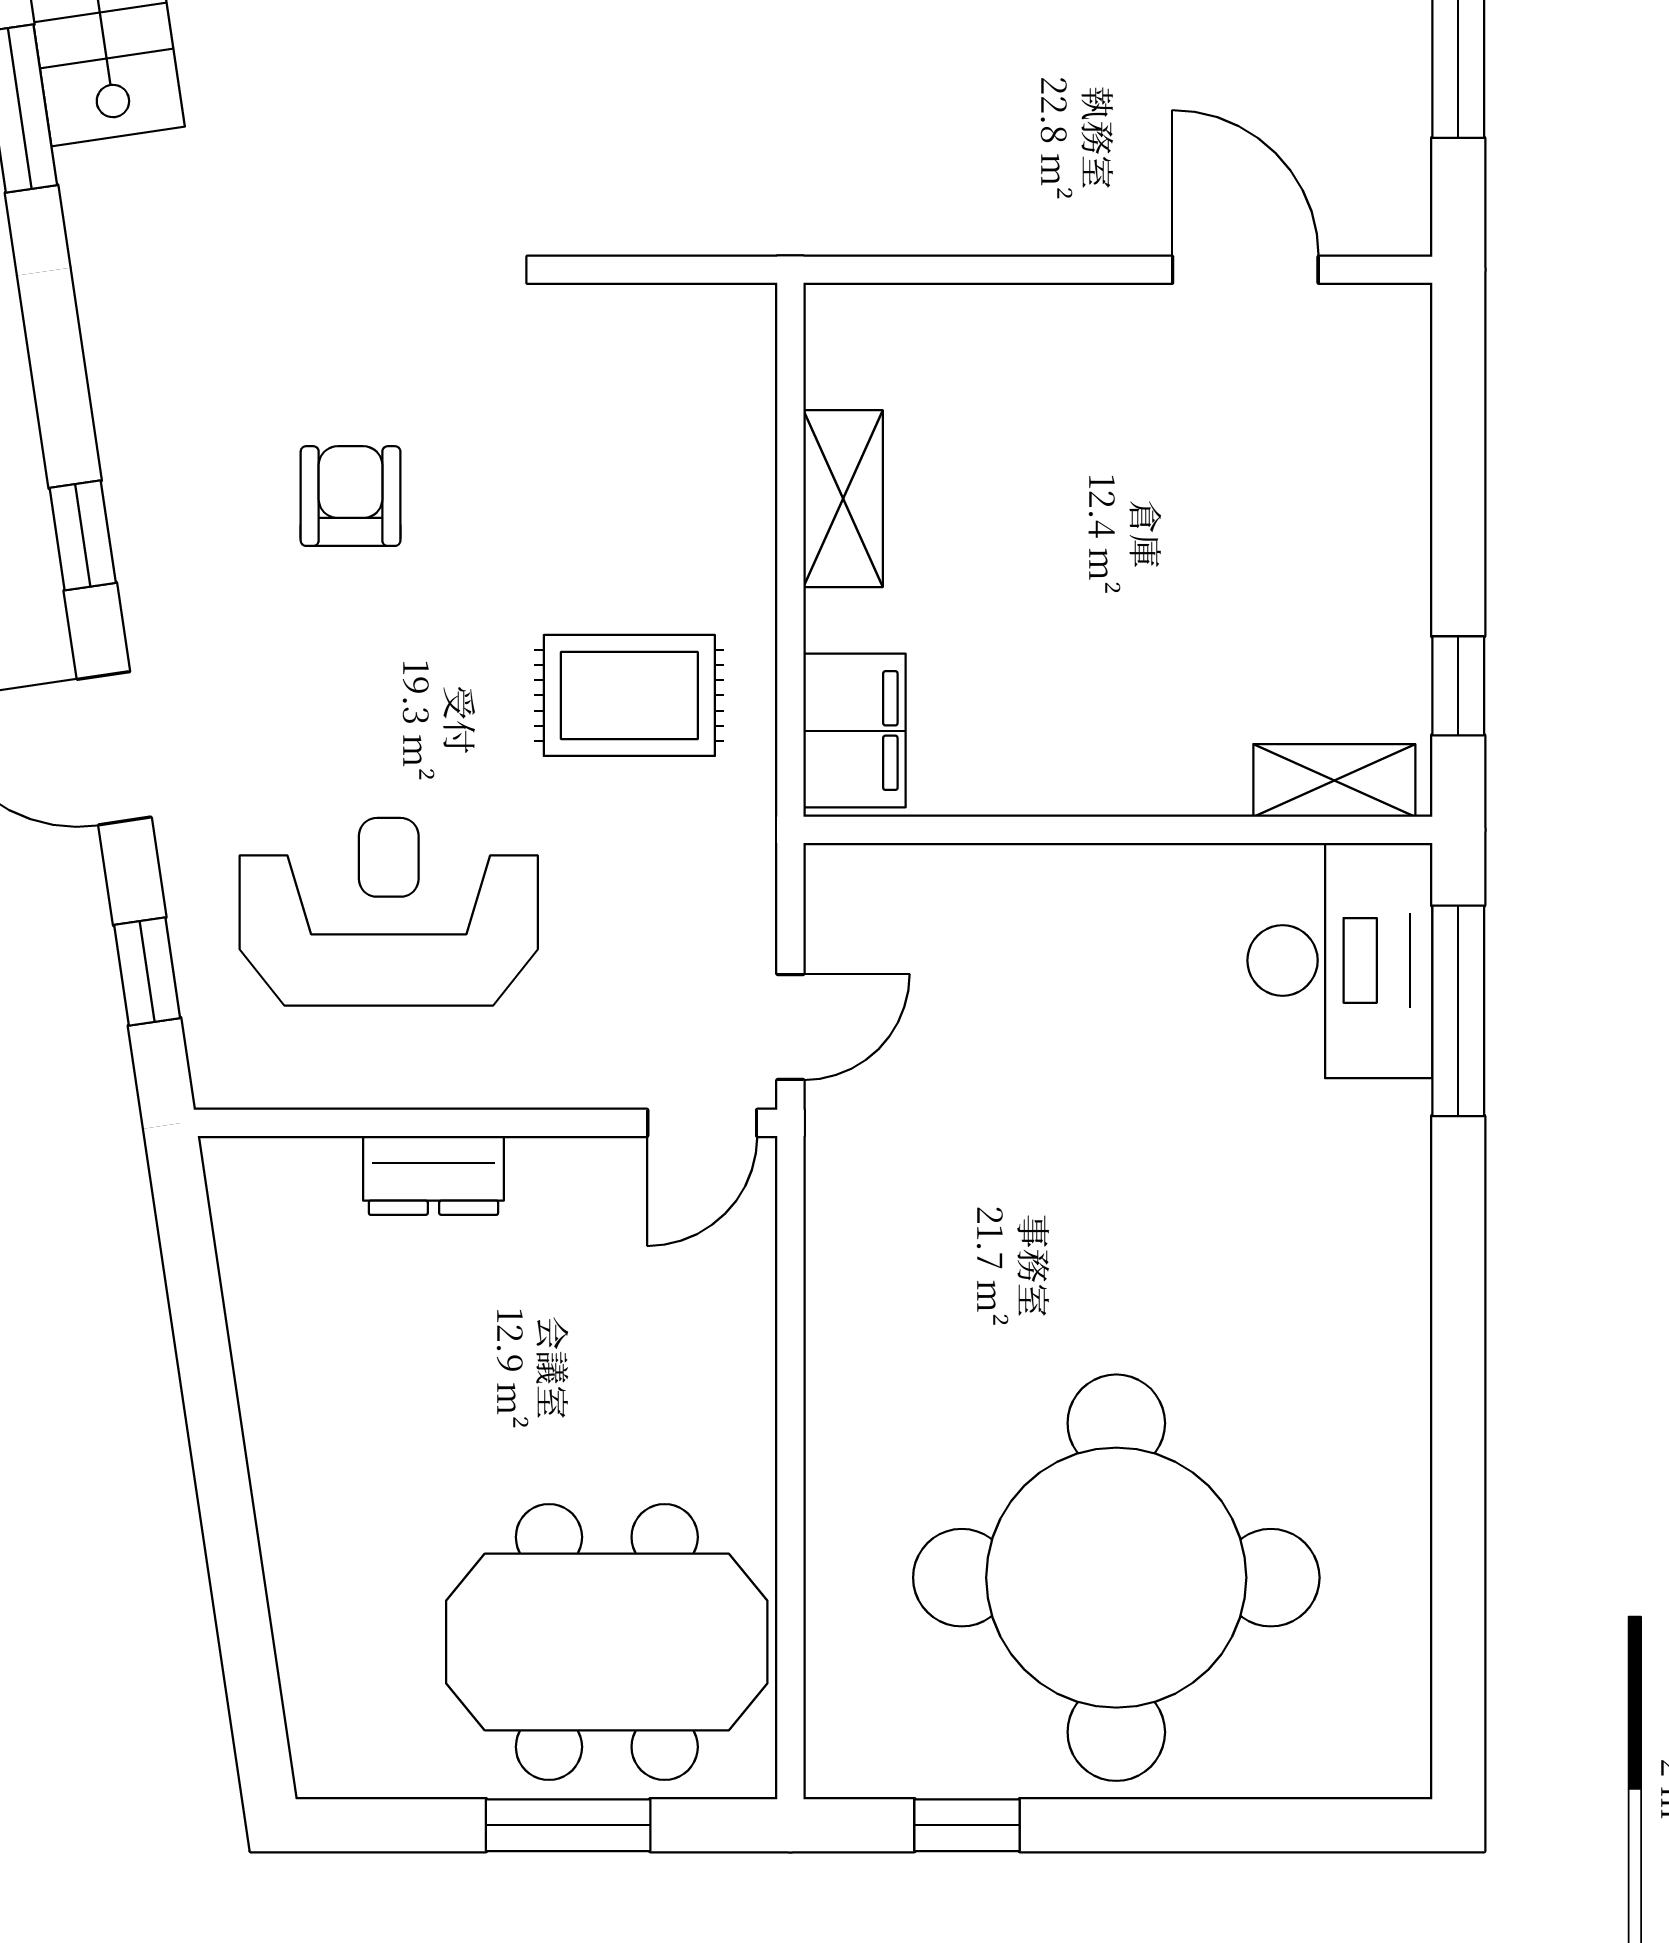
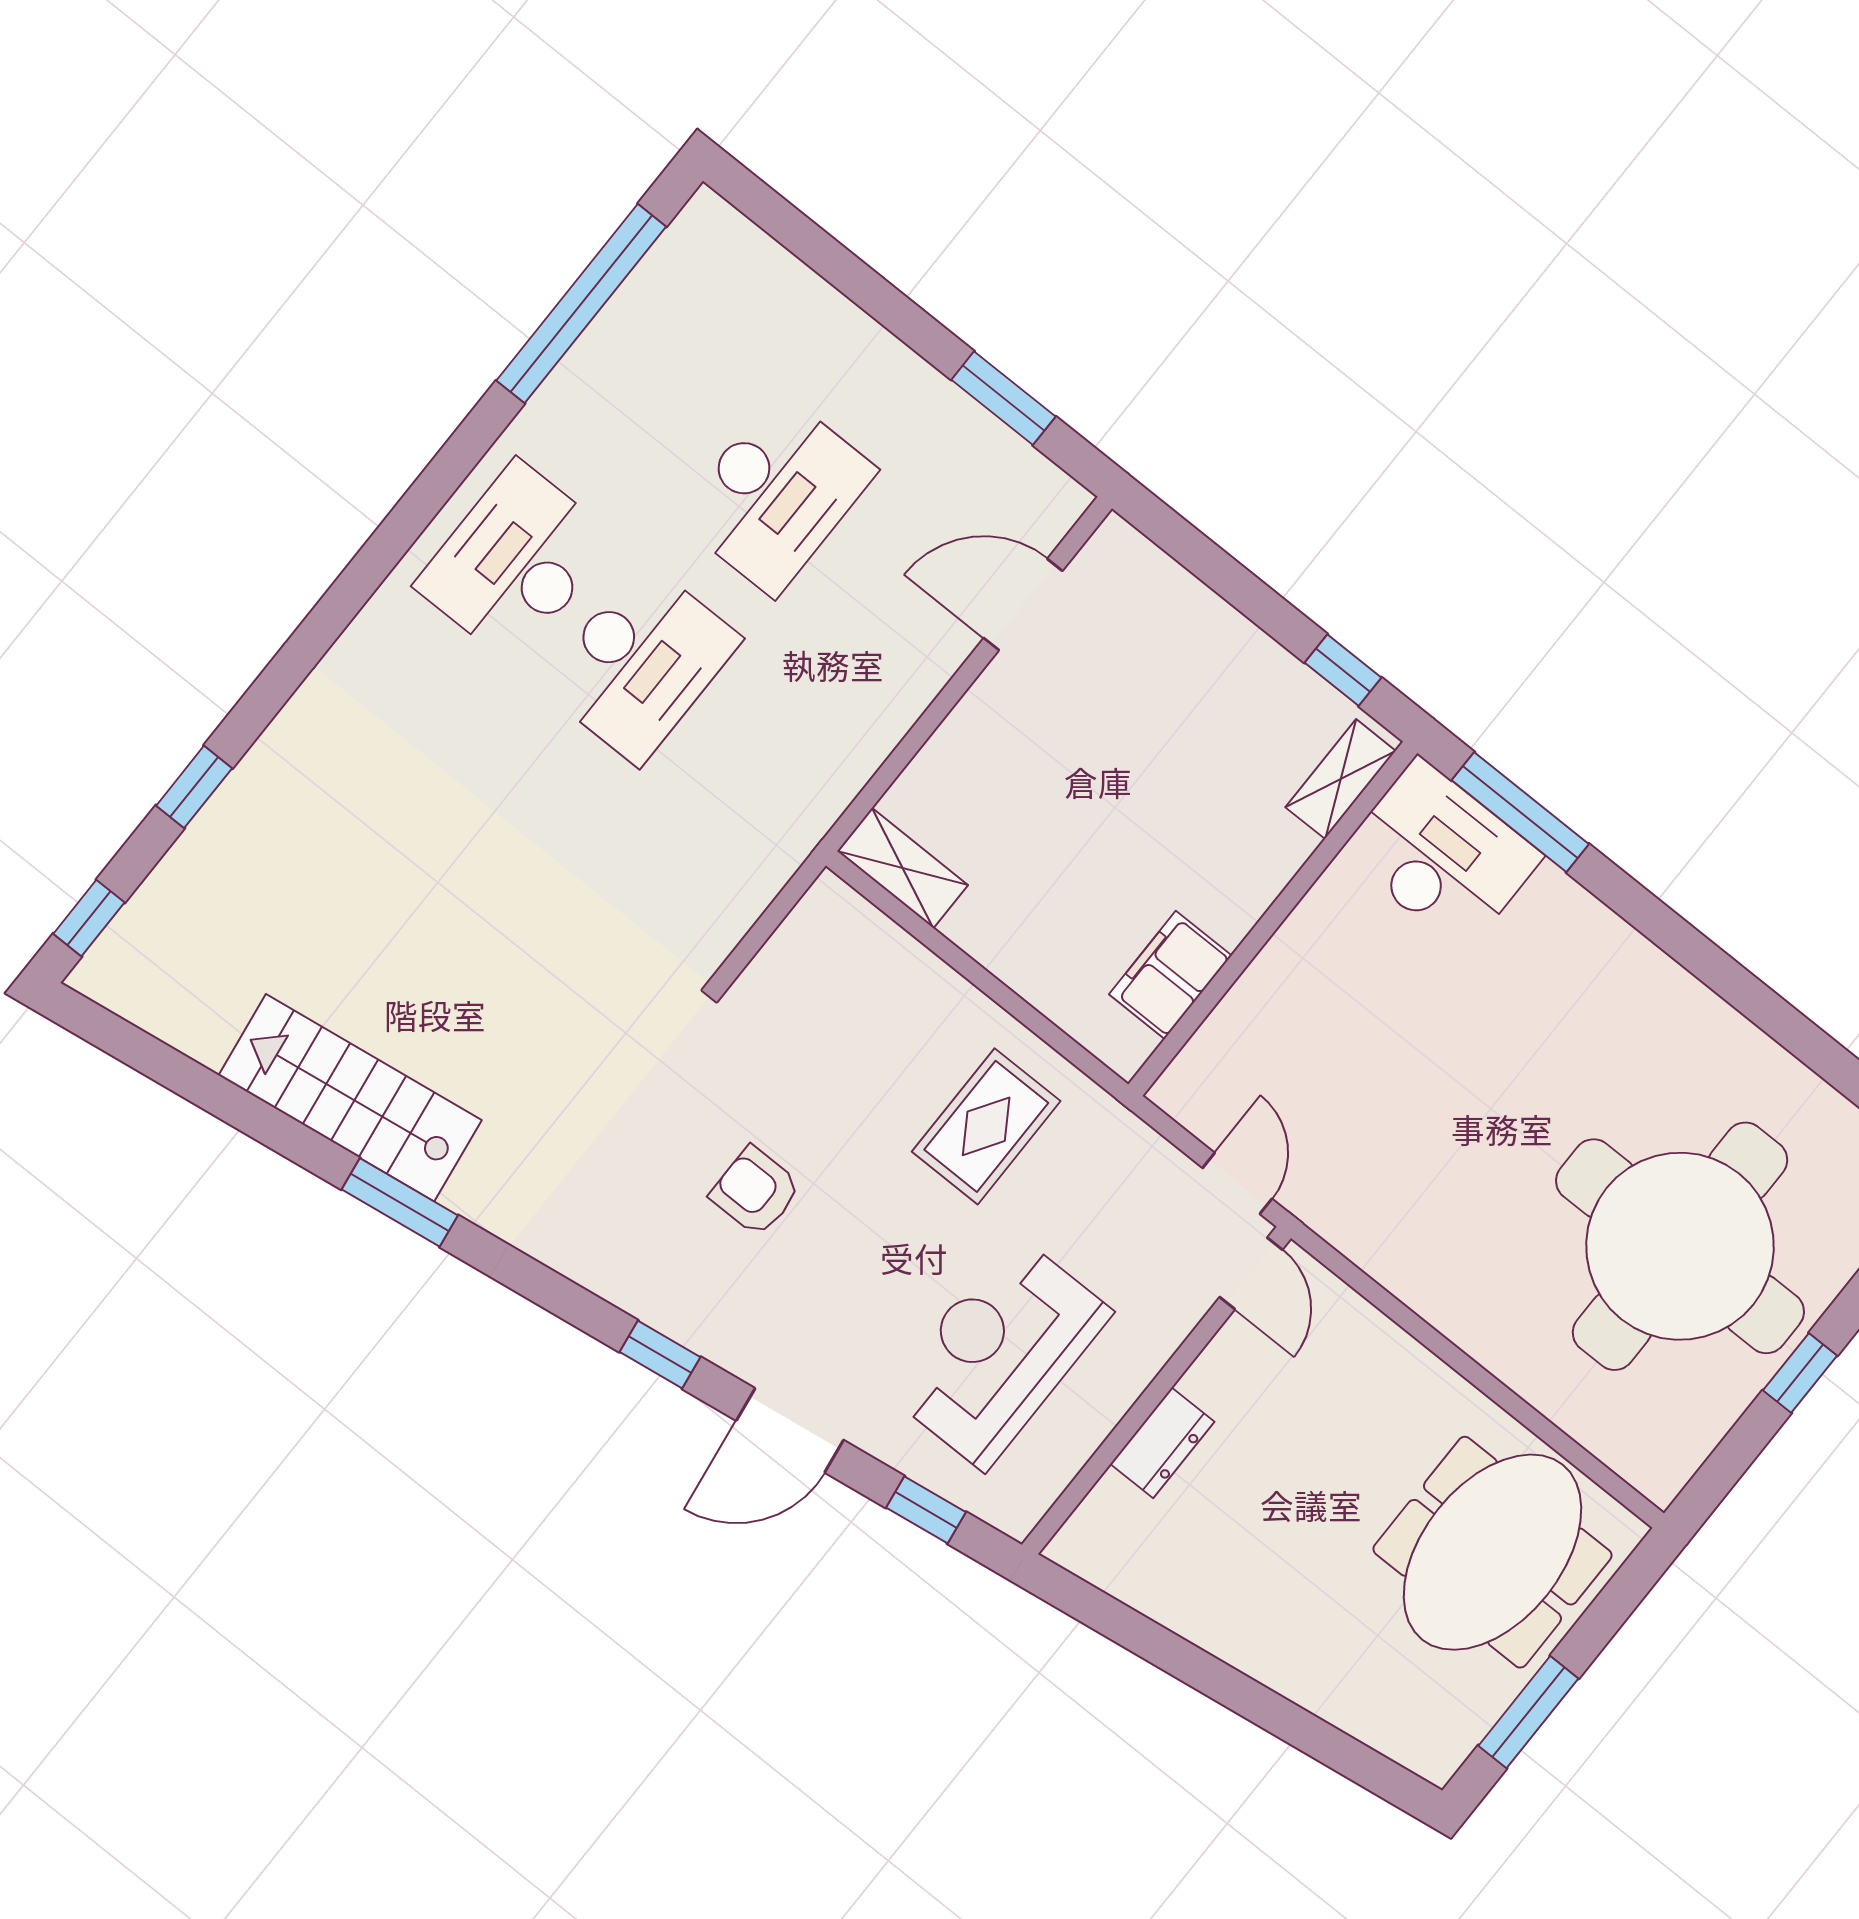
shelving: (843, 499) -> (903, 868), moved
filing cabinet: (854, 731) -> (1170, 975), moved, turned -90
window: (568, 1825) -> (1528, 1712), moved
window: (967, 1825) -> (1800, 1373), moved

